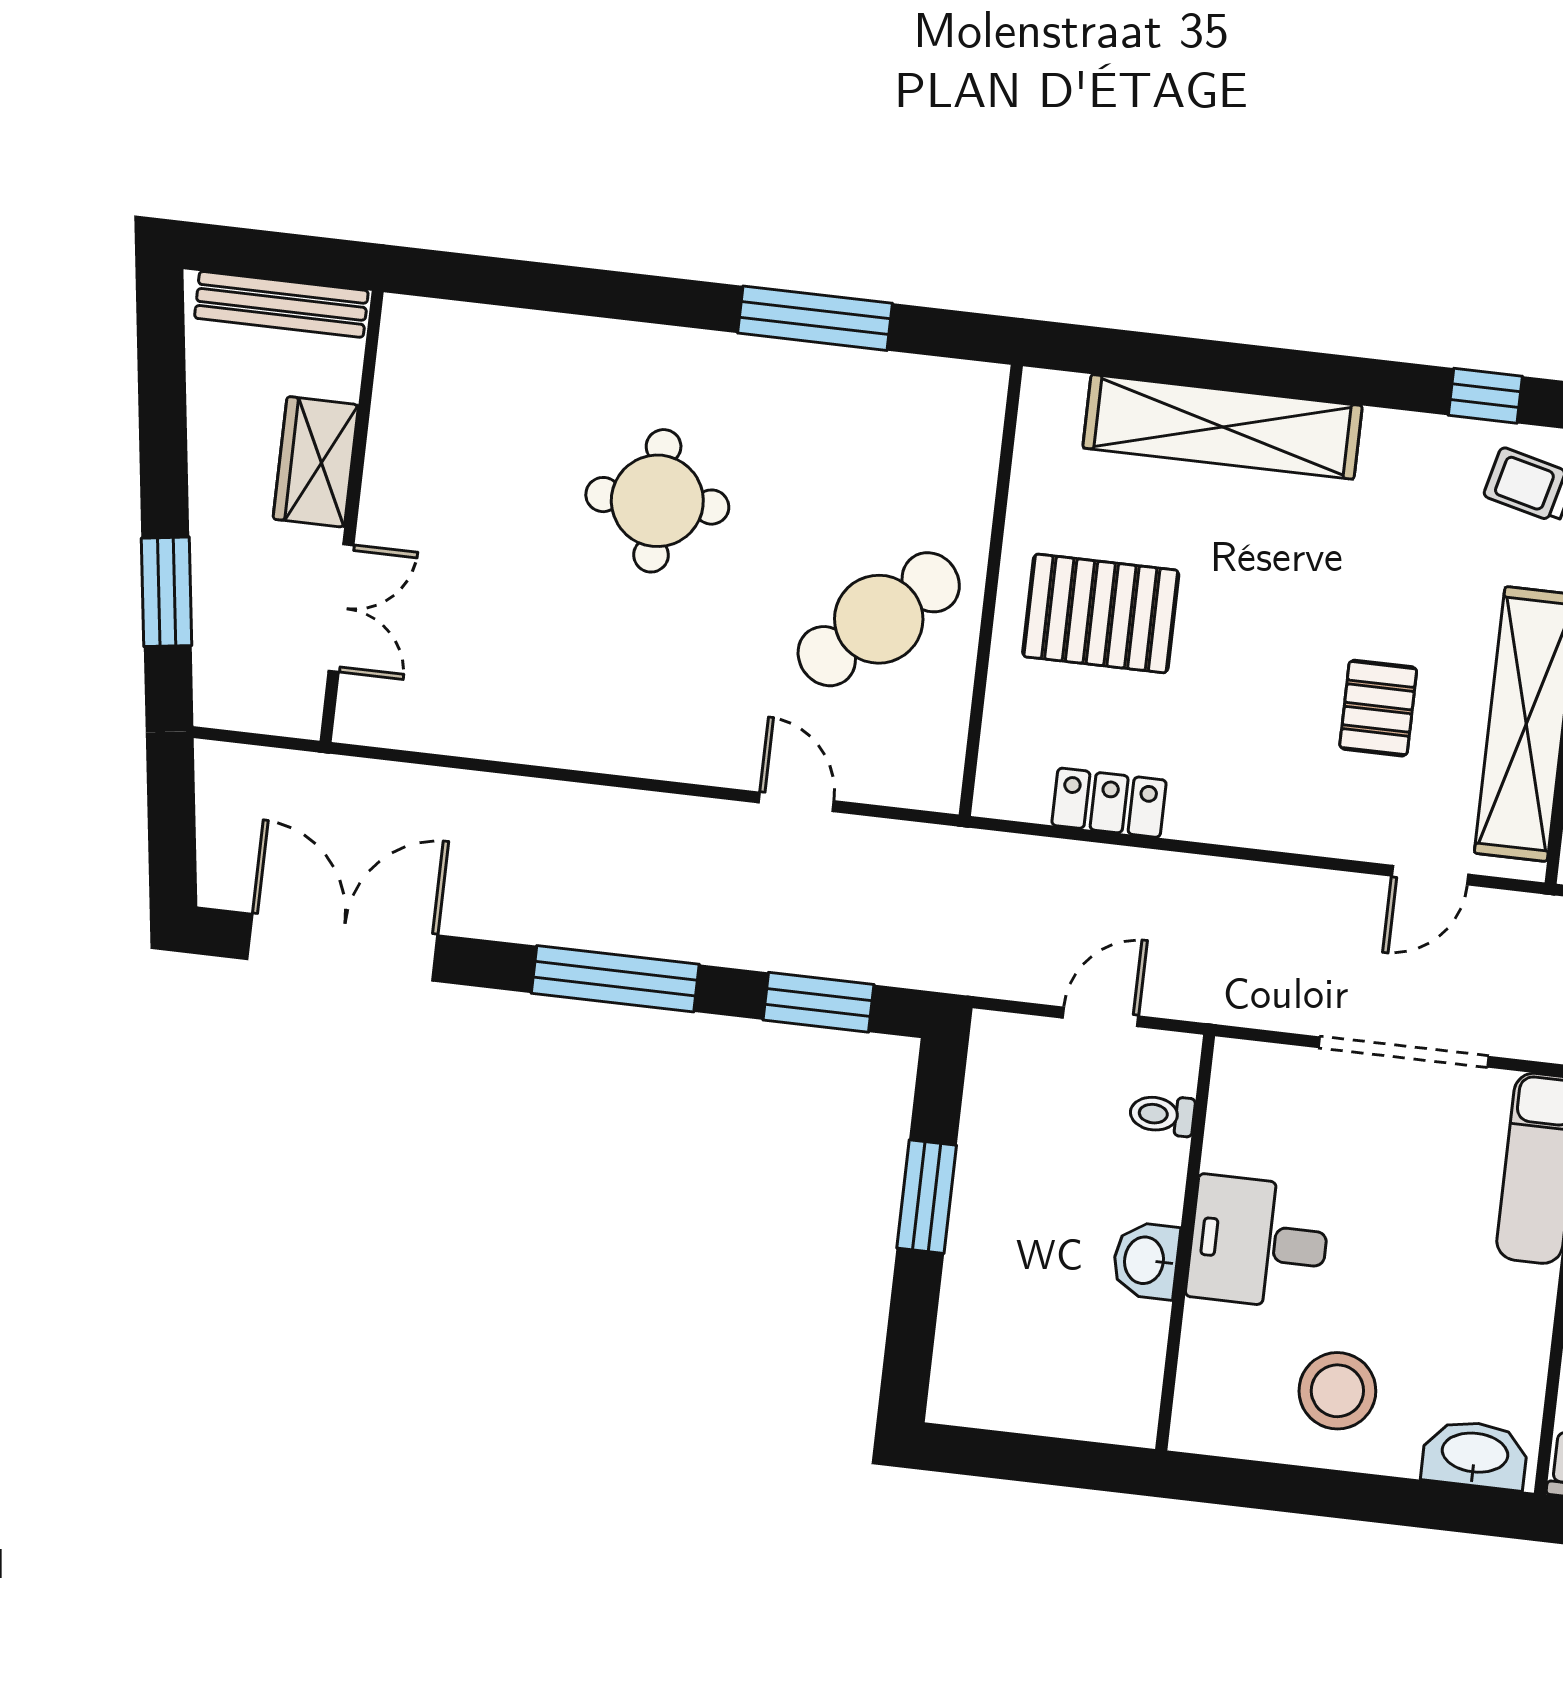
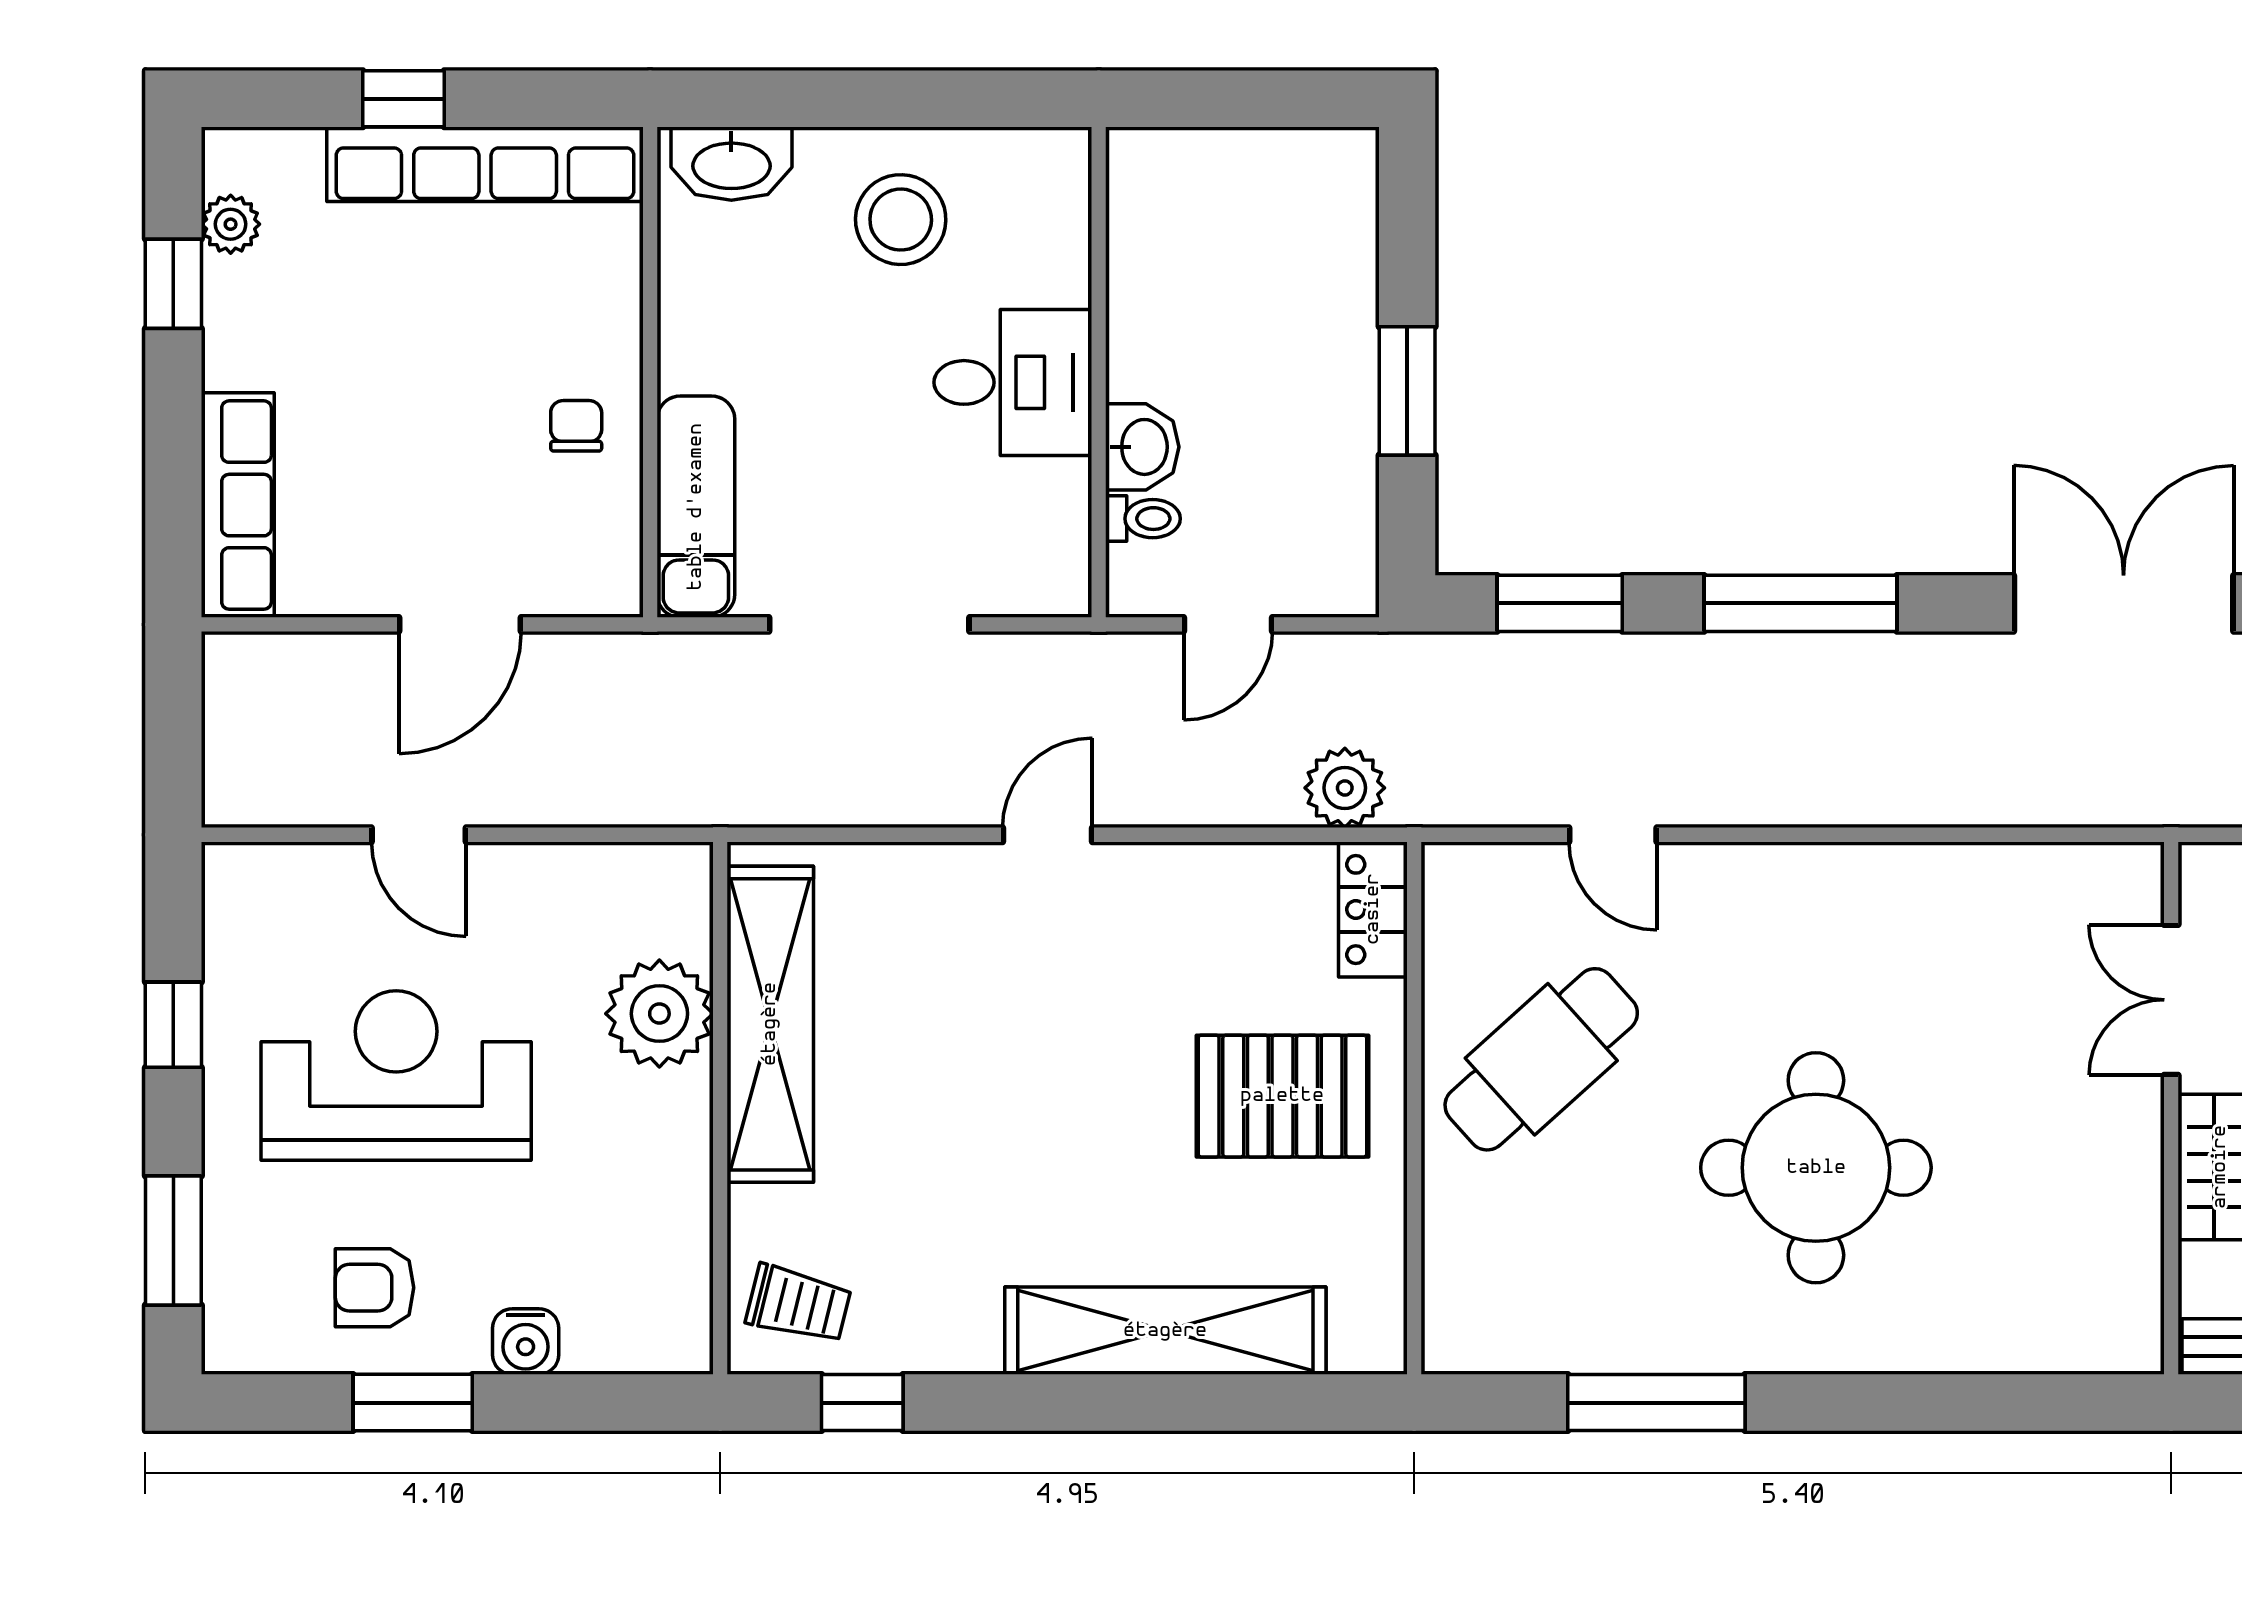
round table: (657, 501) -> (1816, 1168), width x1.36, depth x1.36
pallet: (1378, 708) -> (945, 1023), removed
locker: (1109, 803) -> (1373, 909), moved, turned 90
plant: (1018, 867) -> (1345, 788), added
door: (1430, 875) -> (1048, 835), moved
double door: (342, 947) -> (2124, 603), swing flipped
washbasin: (1146, 1260) -> (1142, 447), moved

